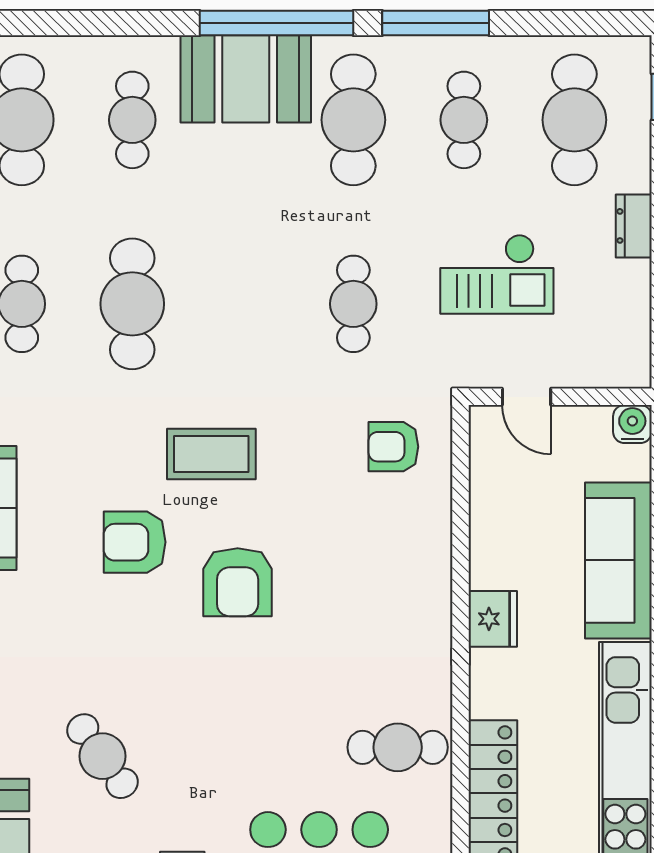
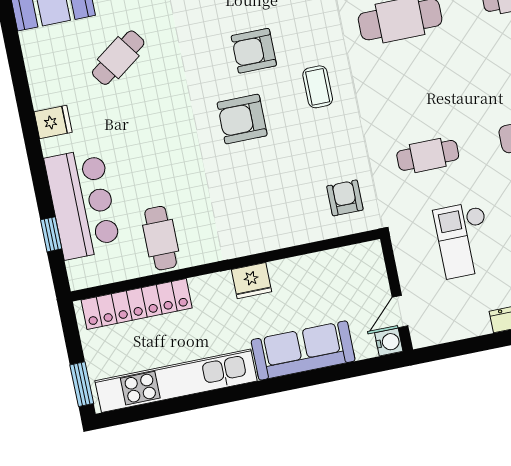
door: (527, 397) -> (400, 312), moved
coffee table: (211, 454) -> (318, 87), width x0.73, depth x0.77
armchair: (135, 542) -> (254, 51), turned -90

